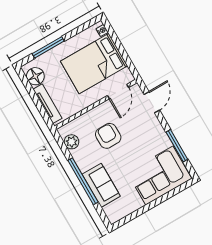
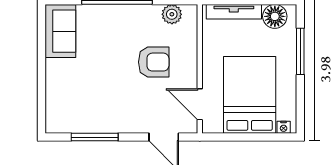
corner sofa: (159, 176) -> (71, 96), removed
sofa: (101, 185) -> (60, 31), moved, turned -90

